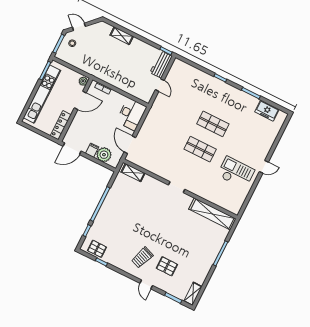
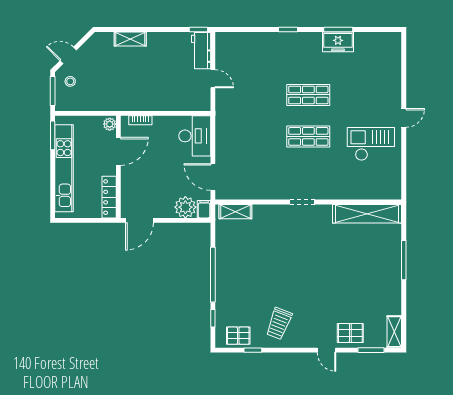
freezer: (267, 111) -> (338, 42), moved
filing cabinet: (92, 150) -> (204, 209), moved
trolley: (142, 258) -> (279, 324), moved
pallet: (167, 266) -> (350, 333), moved

